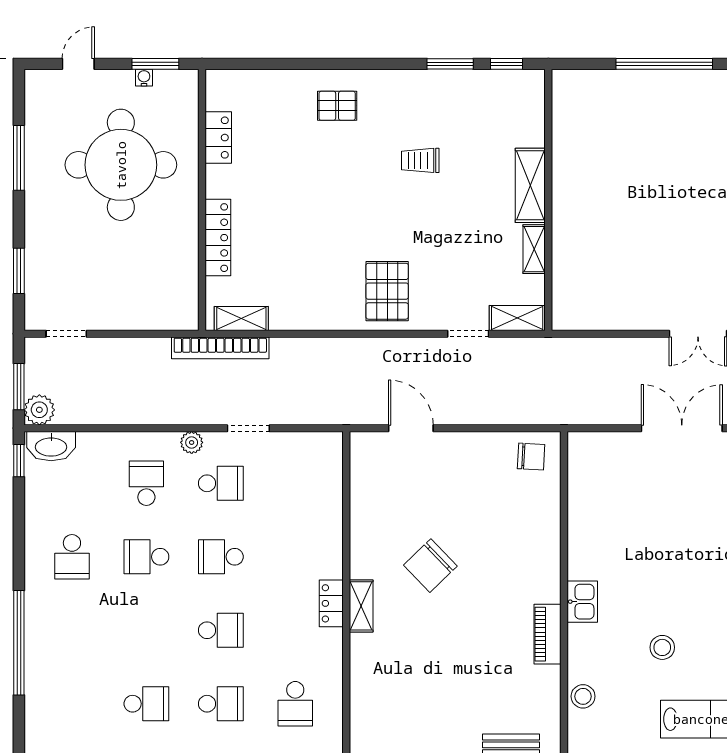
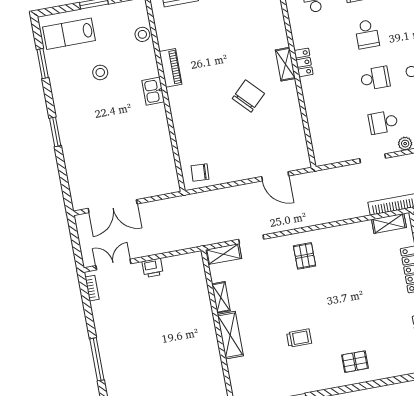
pallet: (387, 291) -> (304, 256), width x0.67, depth x0.71
printer: (636, 317) -> (153, 268), added
school desk: (221, 630) -> (367, 34), turned -90

